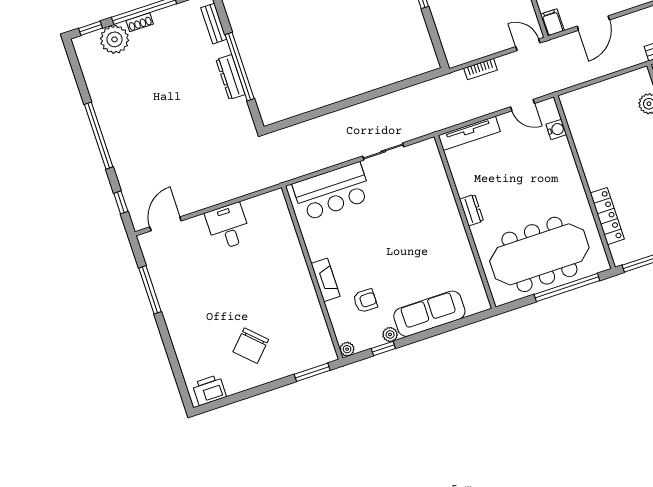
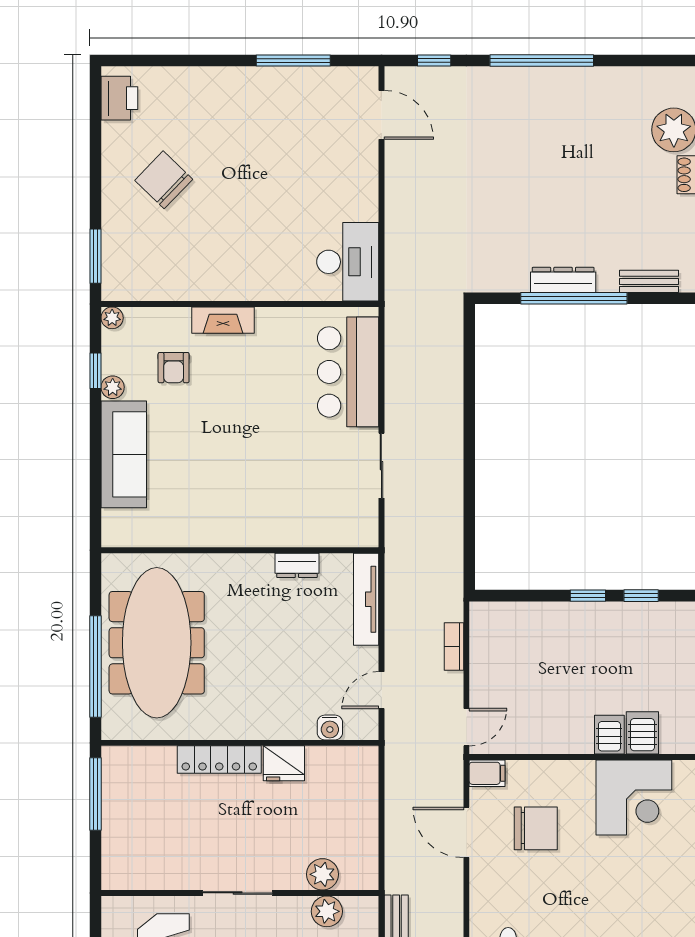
fridge: (588, 151) -> (284, 763), added
dresser: (471, 210) -> (297, 565), moved
locker: (607, 216) -> (219, 760), moved
desk: (228, 226) -> (348, 262), moved, width x1.37

